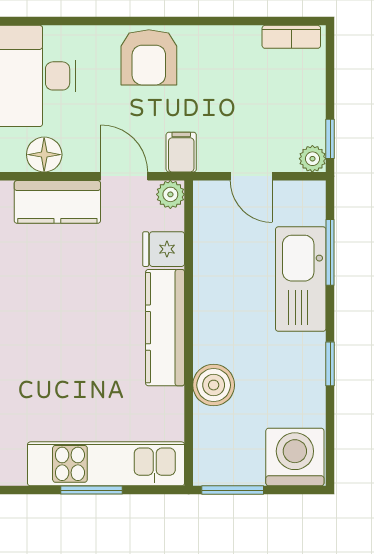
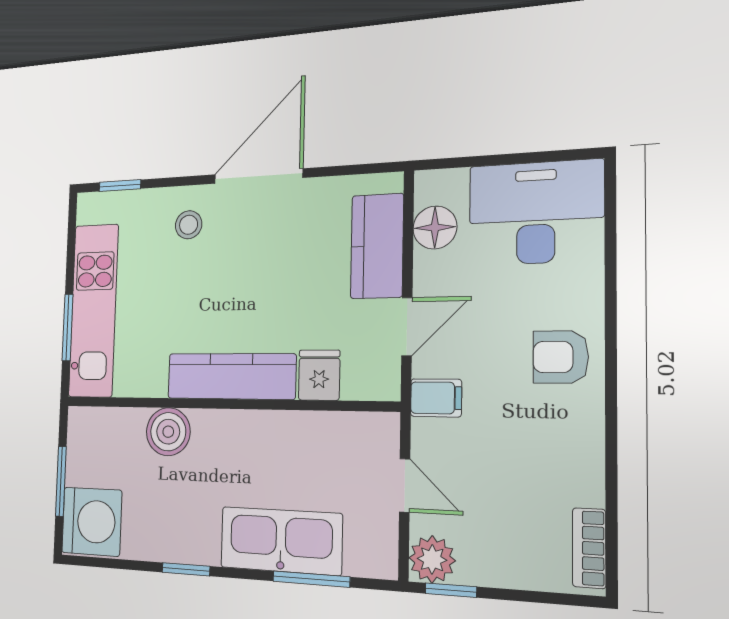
armchair: (149, 57) -> (561, 357), width x0.72, depth x0.72
plant: (312, 159) -> (432, 559), width x1.38, depth x1.38
door: (251, 176) -> (405, 485), swing flipped
plant: (170, 194) -> (384, 384), removed
stool: (32, 372) -> (189, 225), added
window: (91, 490) -> (68, 328), moved
window: (233, 490) -> (61, 481), moved

